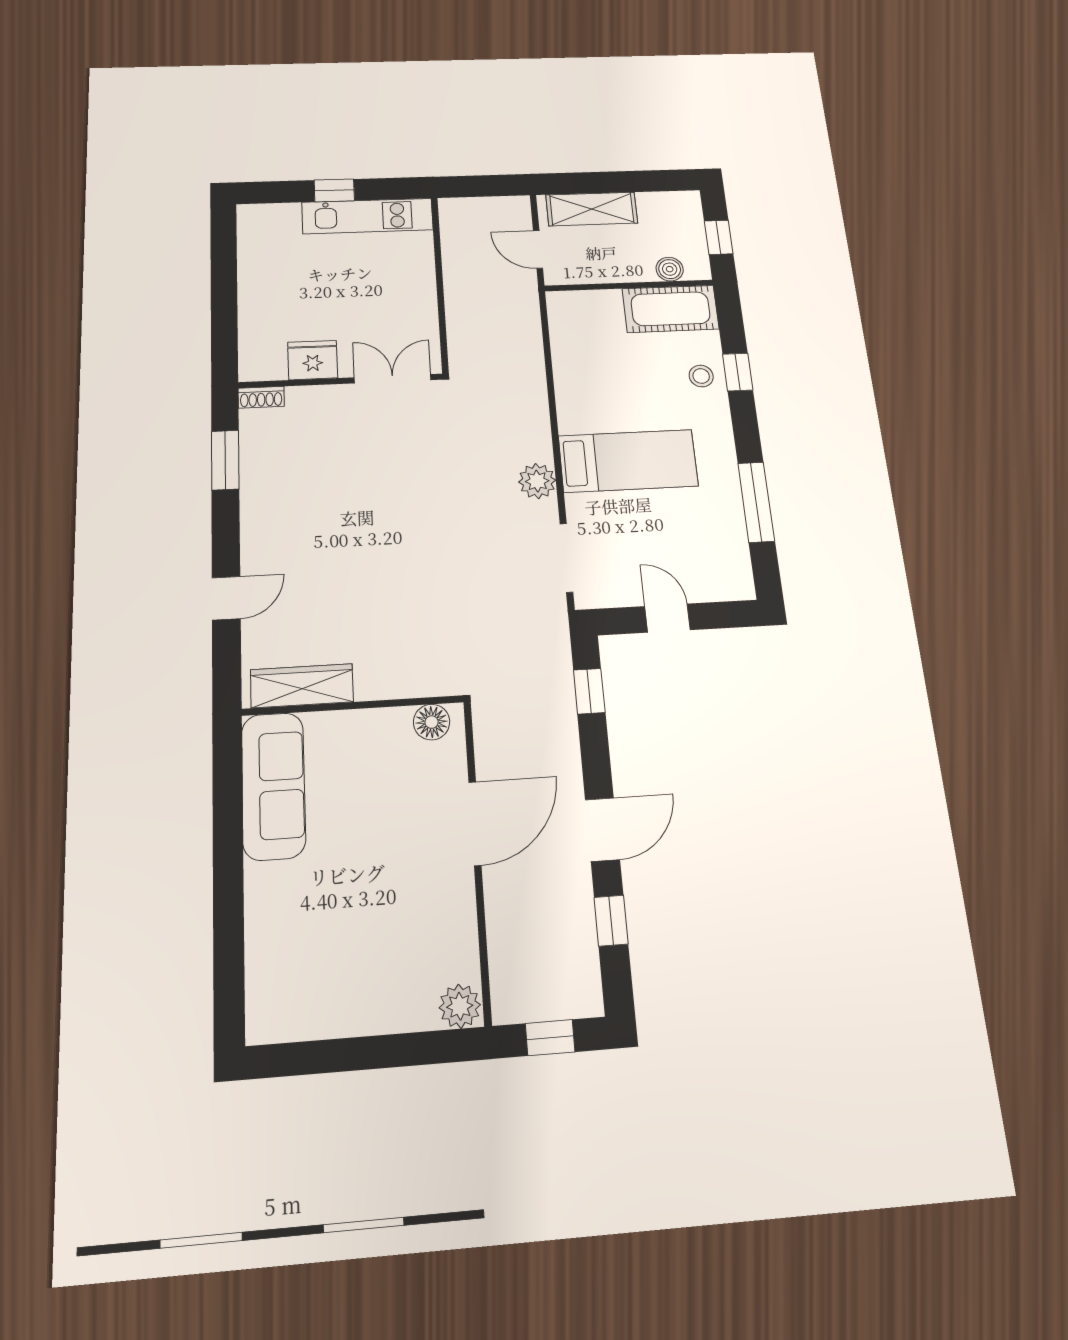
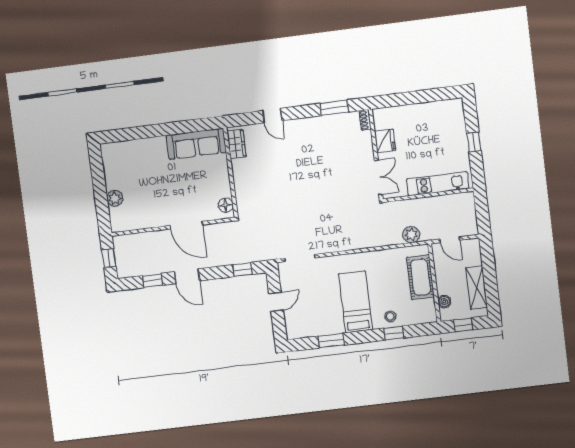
shelving: (592, 209) -> (477, 288), moved
kitchen unit: (367, 216) -> (438, 184), moved, turned 90
door: (538, 249) -> (450, 240), swing flipped
cot: (671, 309) -> (420, 277), moved
bed: (628, 461) -> (355, 302), moved, turned 180
plant: (537, 481) -> (411, 235), moved
window: (756, 502) -> (331, 341), width x0.69
wardrobe: (302, 686) -> (236, 144), width x0.67
plant: (460, 1006) -> (115, 198), moved

